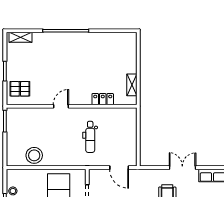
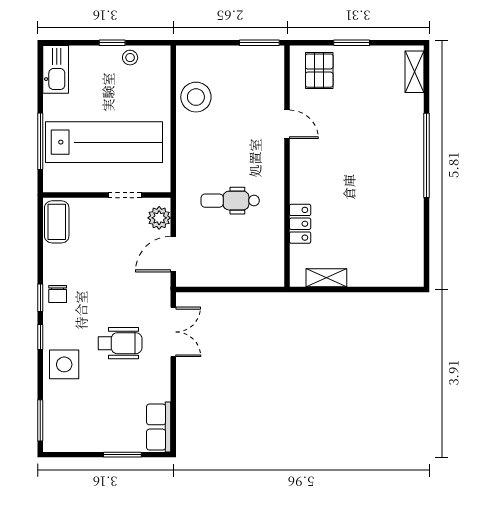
door: (61, 106) -> (287, 124), moved
double door: (182, 168) -> (173, 332), moved
plant: (99, 175) -> (159, 218), added

